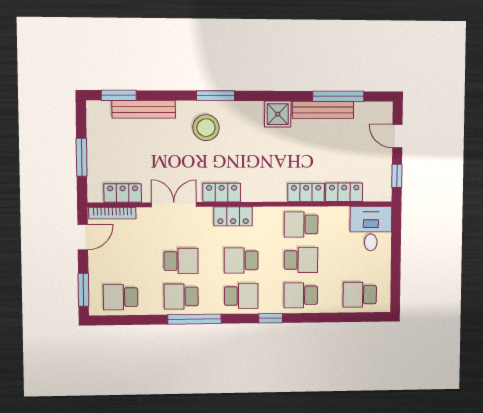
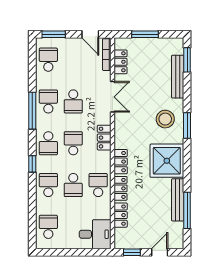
shower: (278, 114) -> (167, 161), width x1.86, depth x1.86
locker: (222, 193) -> (121, 162), moved

